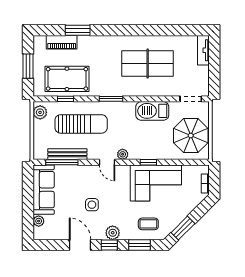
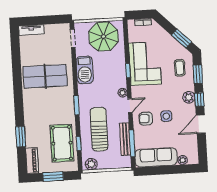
piano: (62, 42) -> (32, 161), moved
table tennis table: (148, 64) -> (45, 76), turned 90
armchair: (90, 180) -> (146, 119), added

